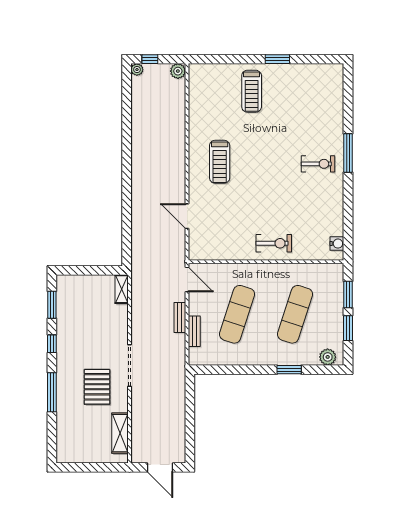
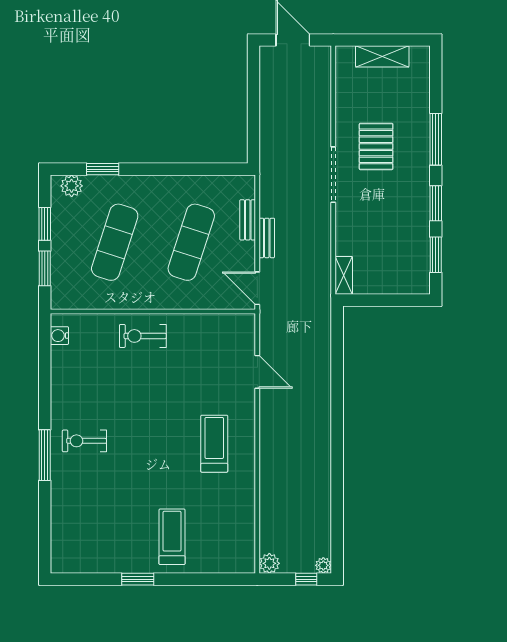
window: (52, 344) -> (436, 203), width x1.50
window: (289, 370) -> (103, 169), moved
shelving: (120, 433) -> (382, 56), moved, turned 90

